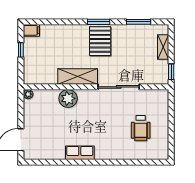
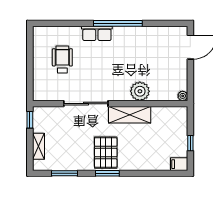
row of seats: (80, 153) -> (97, 33), moved
window: (89, 162) -> (118, 23), added

